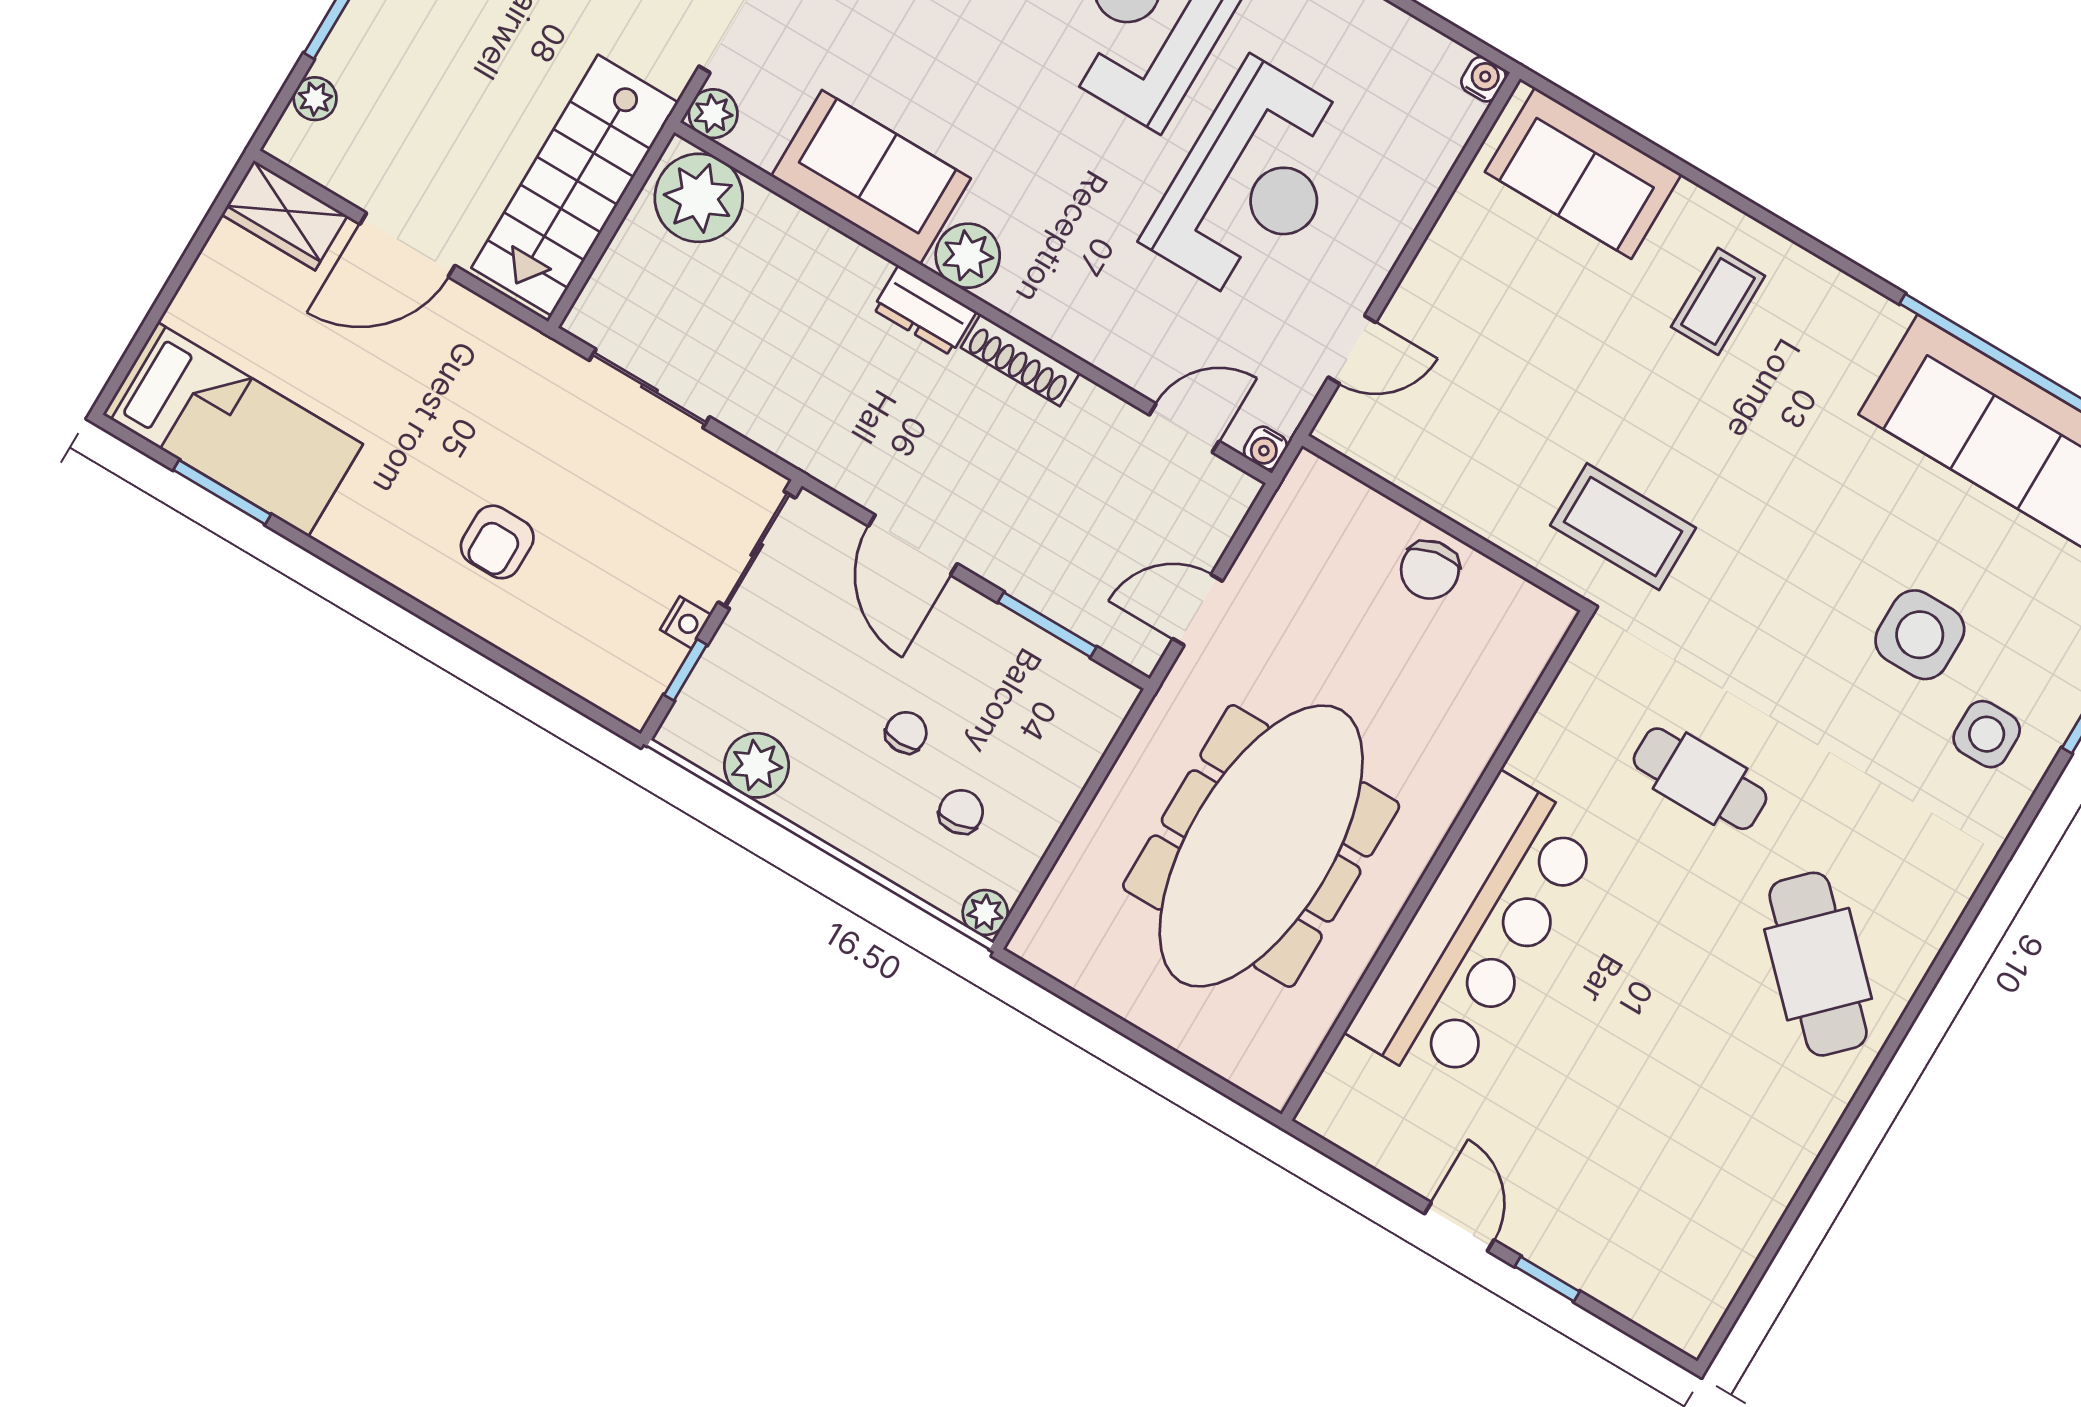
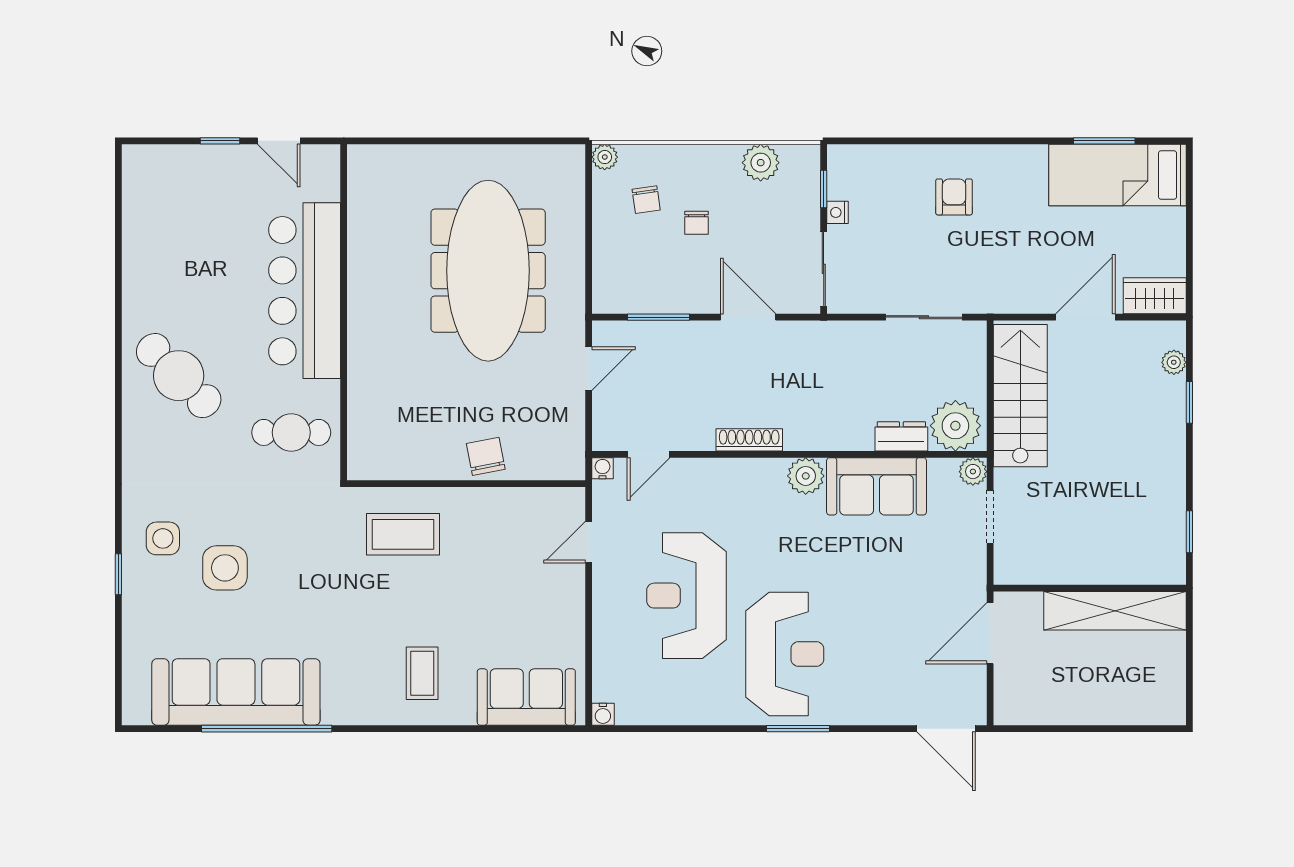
dresser: (925, 310) -> (901, 436), moved
wall: (1436, 866) -> (344, 312), moved
bar counter: (1476, 933) -> (305, 291), moved

